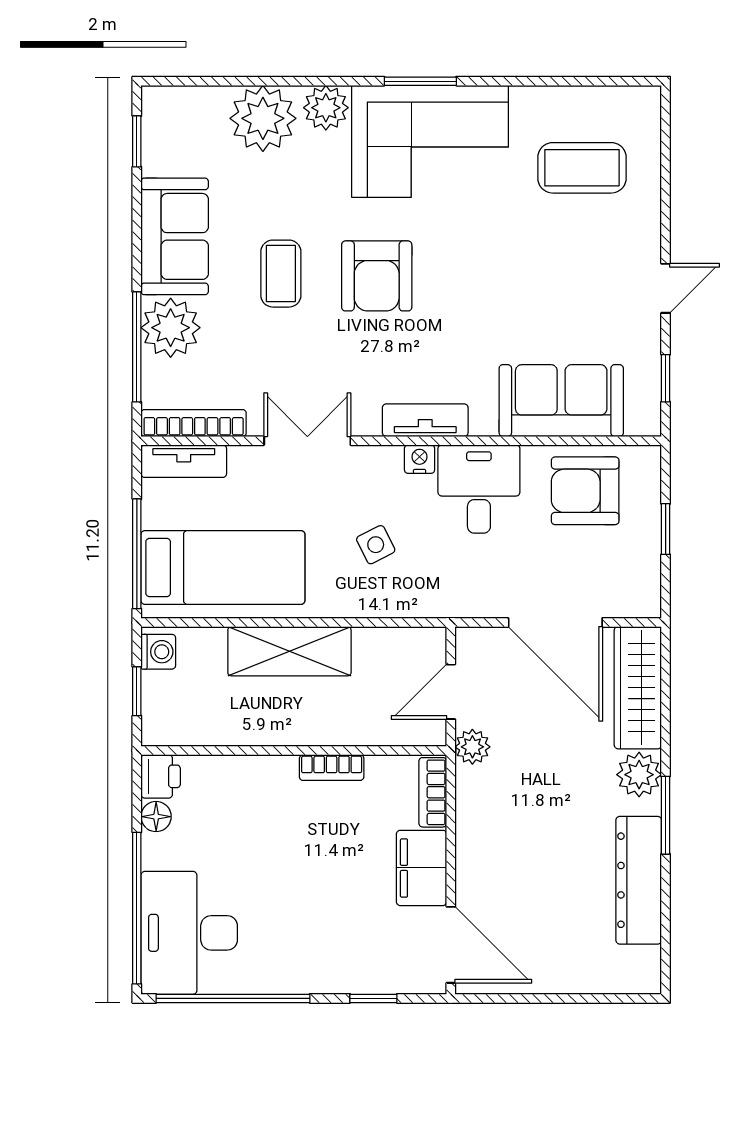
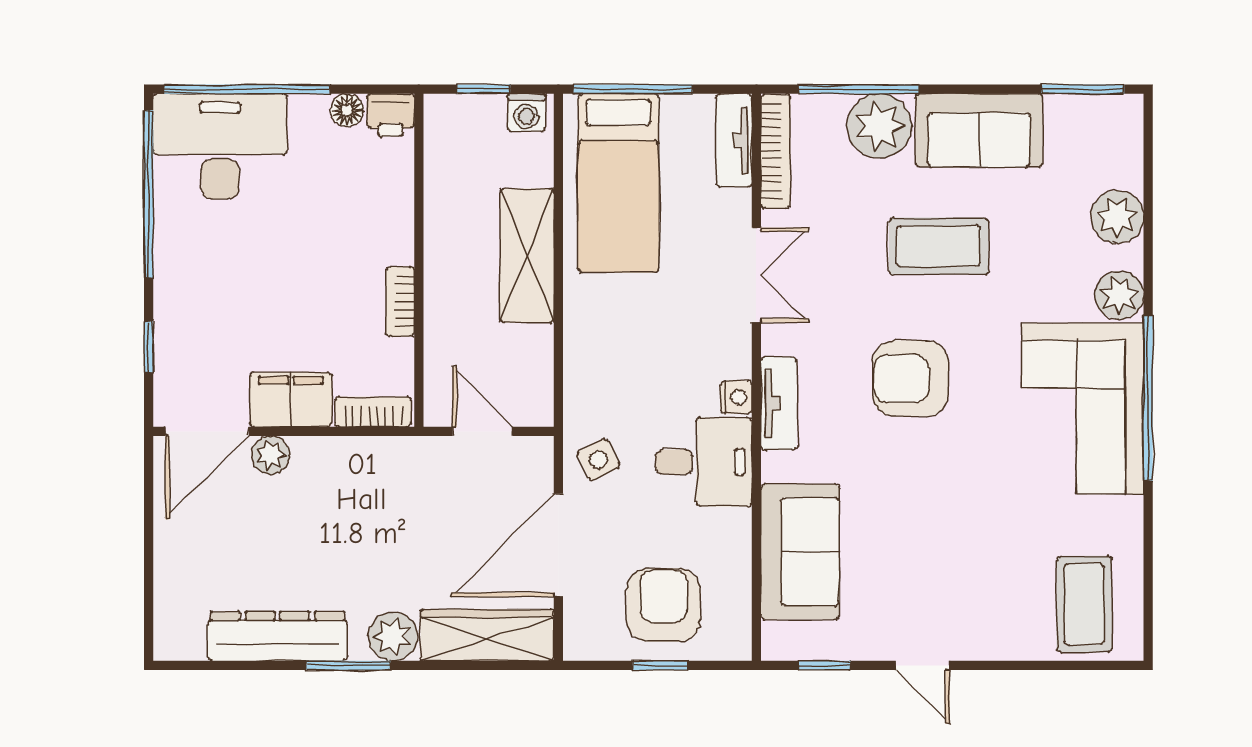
window: (420, 81) -> (1148, 398), width x2.11
plant: (263, 118) -> (1117, 217), width x0.73, depth x0.73
window: (137, 141) -> (1083, 89), width x1.50
coffee table: (582, 168) -> (1084, 604), moved
coffee table: (281, 274) -> (939, 246), width x1.36, depth x1.30
armchair: (377, 276) -> (910, 379), moved
armchair: (585, 491) -> (663, 605), moved
side table: (376, 545) -> (598, 460), moved
plant: (472, 747) -> (271, 455), moved

